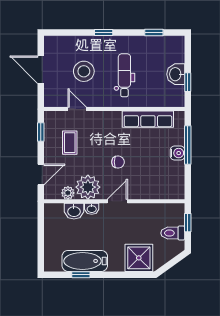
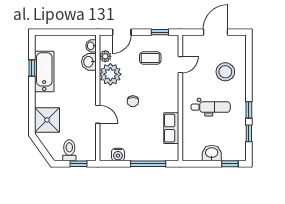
window: (104, 33) -> (249, 110), moved
stool: (84, 71) -> (225, 72), moved
window: (188, 82) -> (230, 164), moved
row of seats: (148, 119) -> (171, 128), width x0.68
water cooler: (178, 153) -> (118, 155), moved
door: (41, 174) -> (122, 32), hinge flipped
door: (117, 201) -> (98, 114), moved
washbasin: (92, 209) -> (91, 46), moved

